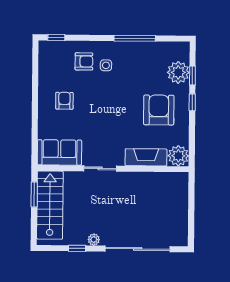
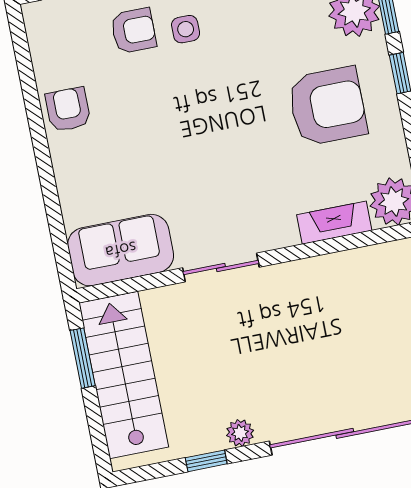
armchair: (64, 101) -> (68, 109), moved
armchair: (159, 110) -> (327, 106), turned 90
fireplace: (146, 157) -> (334, 223), width x0.73, depth x0.76

